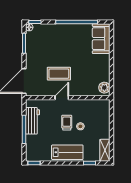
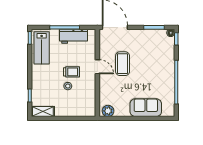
sofa: (101, 39) -> (146, 108), moved
lab bench: (67, 152) -> (42, 48), moved

